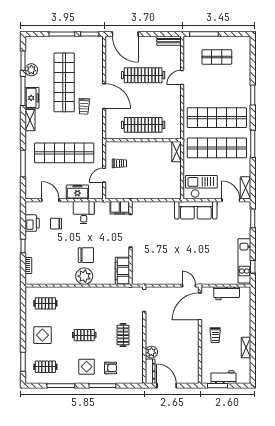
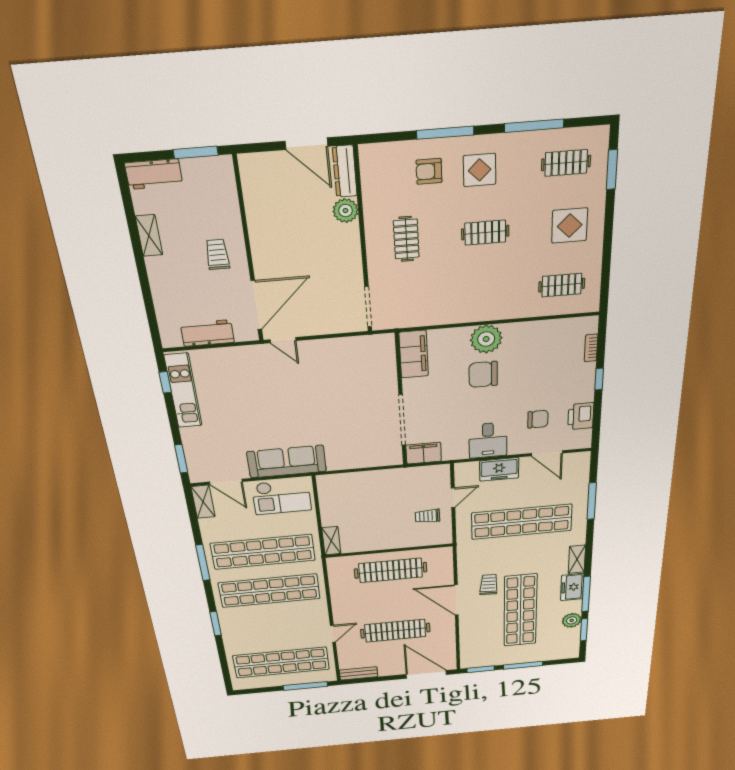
shop shelf: (217, 57) -> (281, 662), width x2.00, depth x1.36
workbench: (223, 377) -> (154, 174), moved

